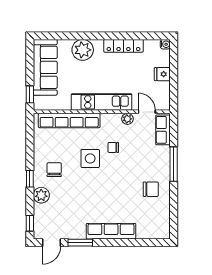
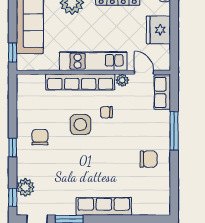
fridge: (162, 74) -> (158, 30), width x1.88, depth x1.34
row of seats: (69, 121) -> (80, 82), moved
plant: (41, 195) -> (25, 187), moved

